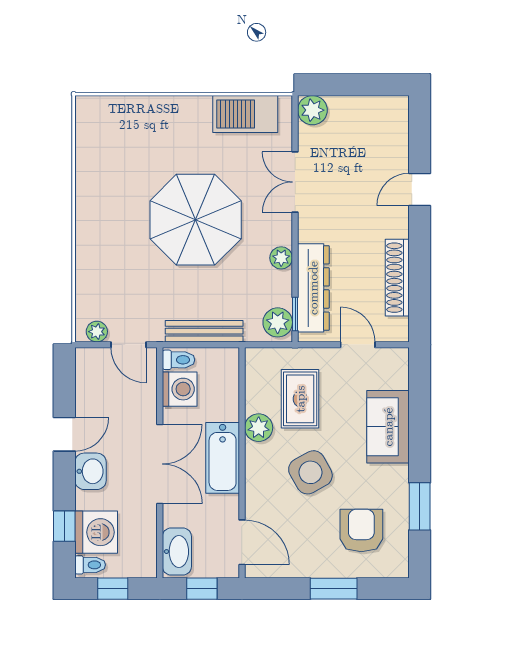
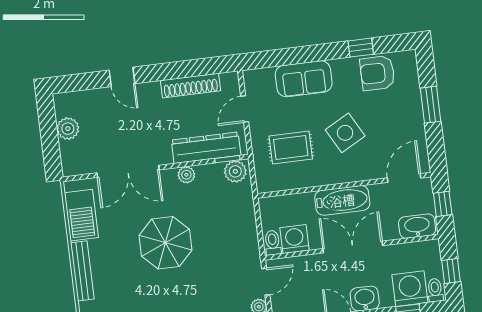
plant: (312, 110) -> (68, 129), moved
double door: (295, 182) -> (128, 171), width x1.37
parasol: (196, 220) -> (166, 243), width x0.73, depth x0.73
bench: (204, 331) -> (82, 271), moved
plant: (259, 428) -> (316, 176), removed
window: (420, 506) -> (361, 48), width x0.67
armchair: (361, 530) -> (377, 73), moved

